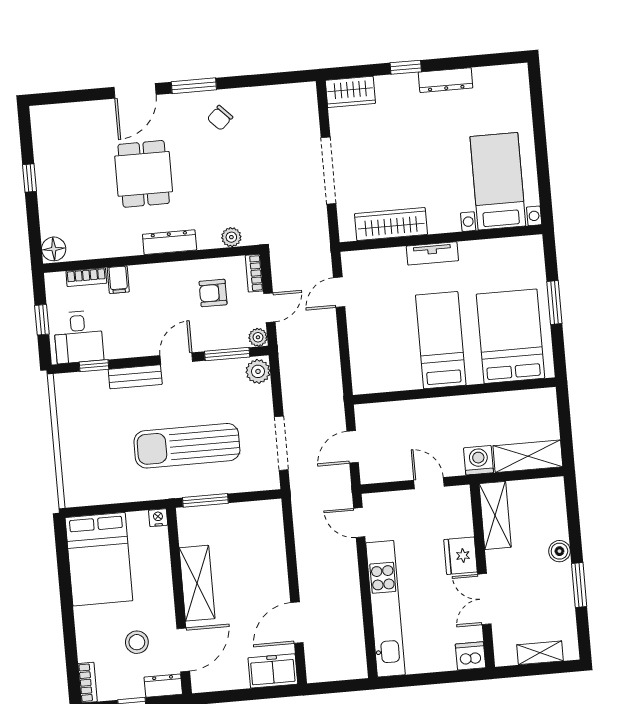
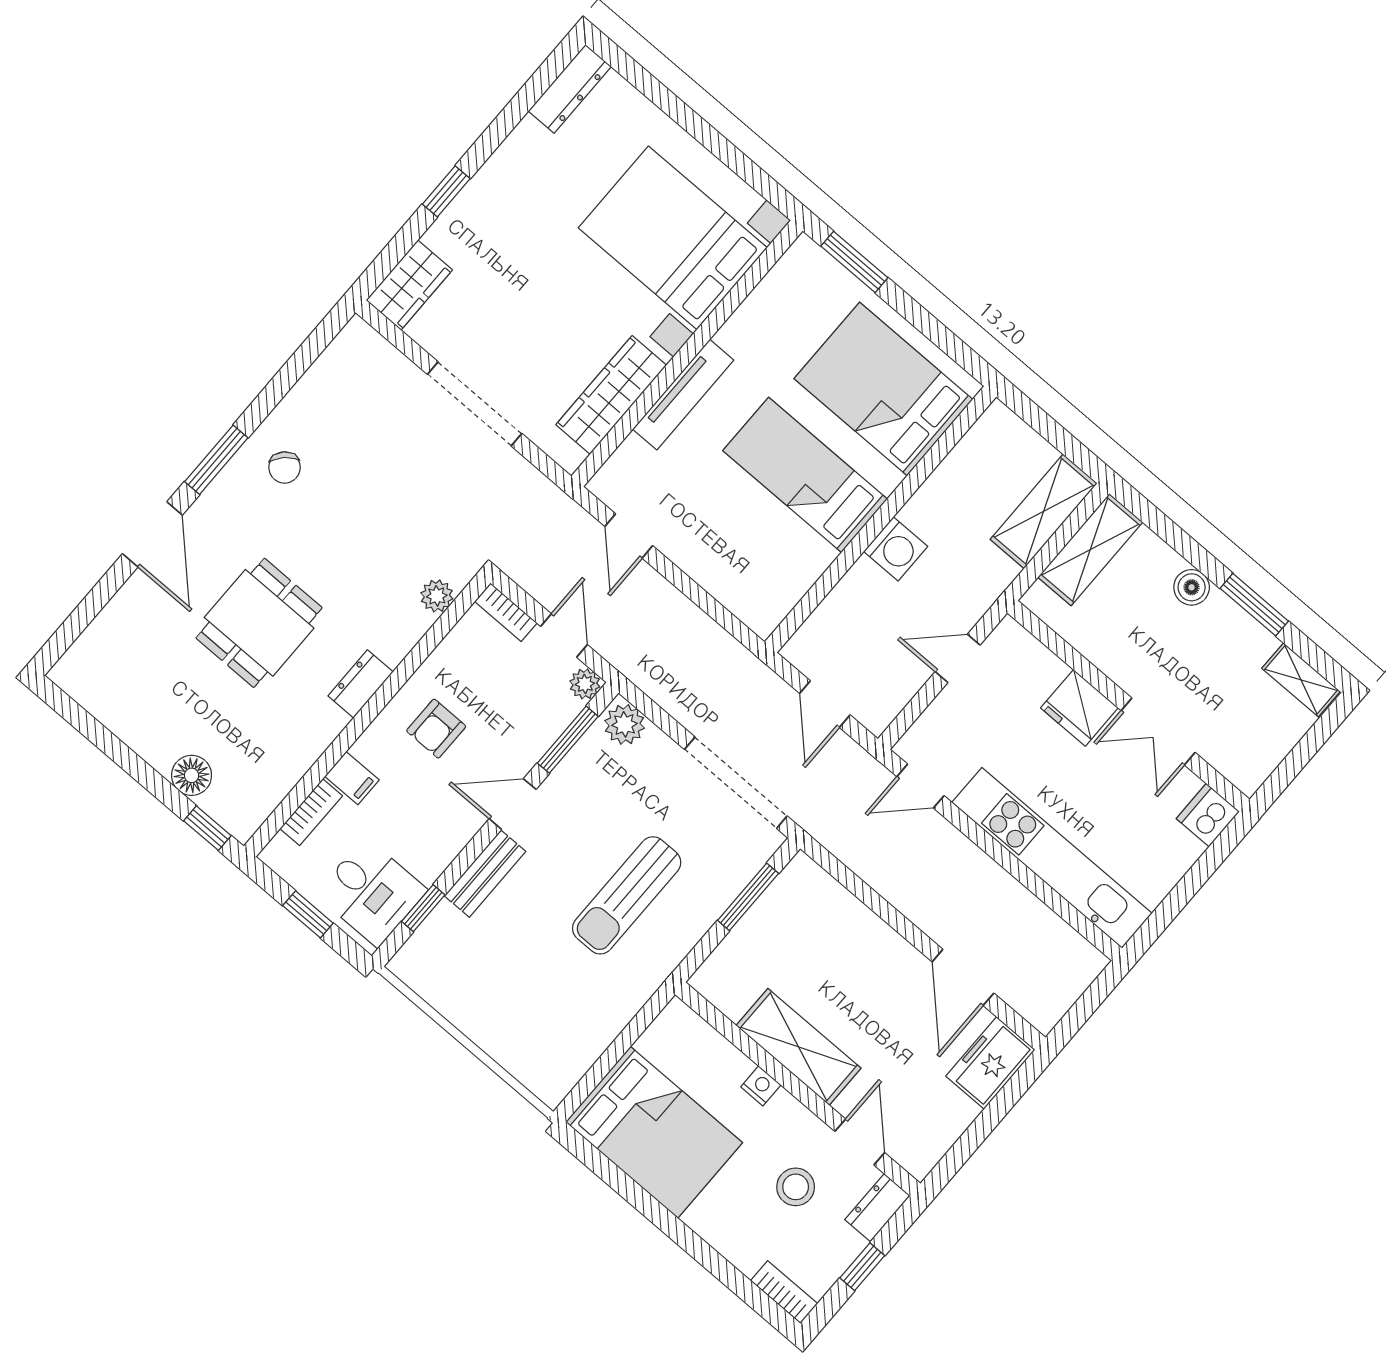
dresser: (446, 80) -> (570, 89), moved
dining table: (144, 174) -> (259, 623), turned 90
window: (30, 178) -> (207, 828), moved
bed with nightstands: (498, 181) -> (673, 238), width x1.36
dresser: (170, 242) -> (361, 684), width x0.70
floor lamp: (54, 249) -> (192, 775), moved
tv unit: (432, 253) -> (683, 395), width x1.41
armchair: (213, 293) -> (436, 729), moved
window: (554, 302) -> (854, 262), moved
door: (176, 358) -> (513, 804), hinge flipped
doorway: (281, 443) -> (736, 783), width x1.36
sun lounger: (187, 446) -> (627, 895), width x0.73, depth x0.75
washing machine: (479, 460) -> (896, 549), moved, turned 180
window: (205, 500) -> (748, 897), moved
shelving: (495, 515) -> (1090, 550), moved, turned 90
nightstand: (158, 518) -> (761, 1086), moved, turned 90
door: (183, 650) -> (860, 1142), width x0.73
shelving: (540, 653) -> (1301, 680), moved, turned 90

